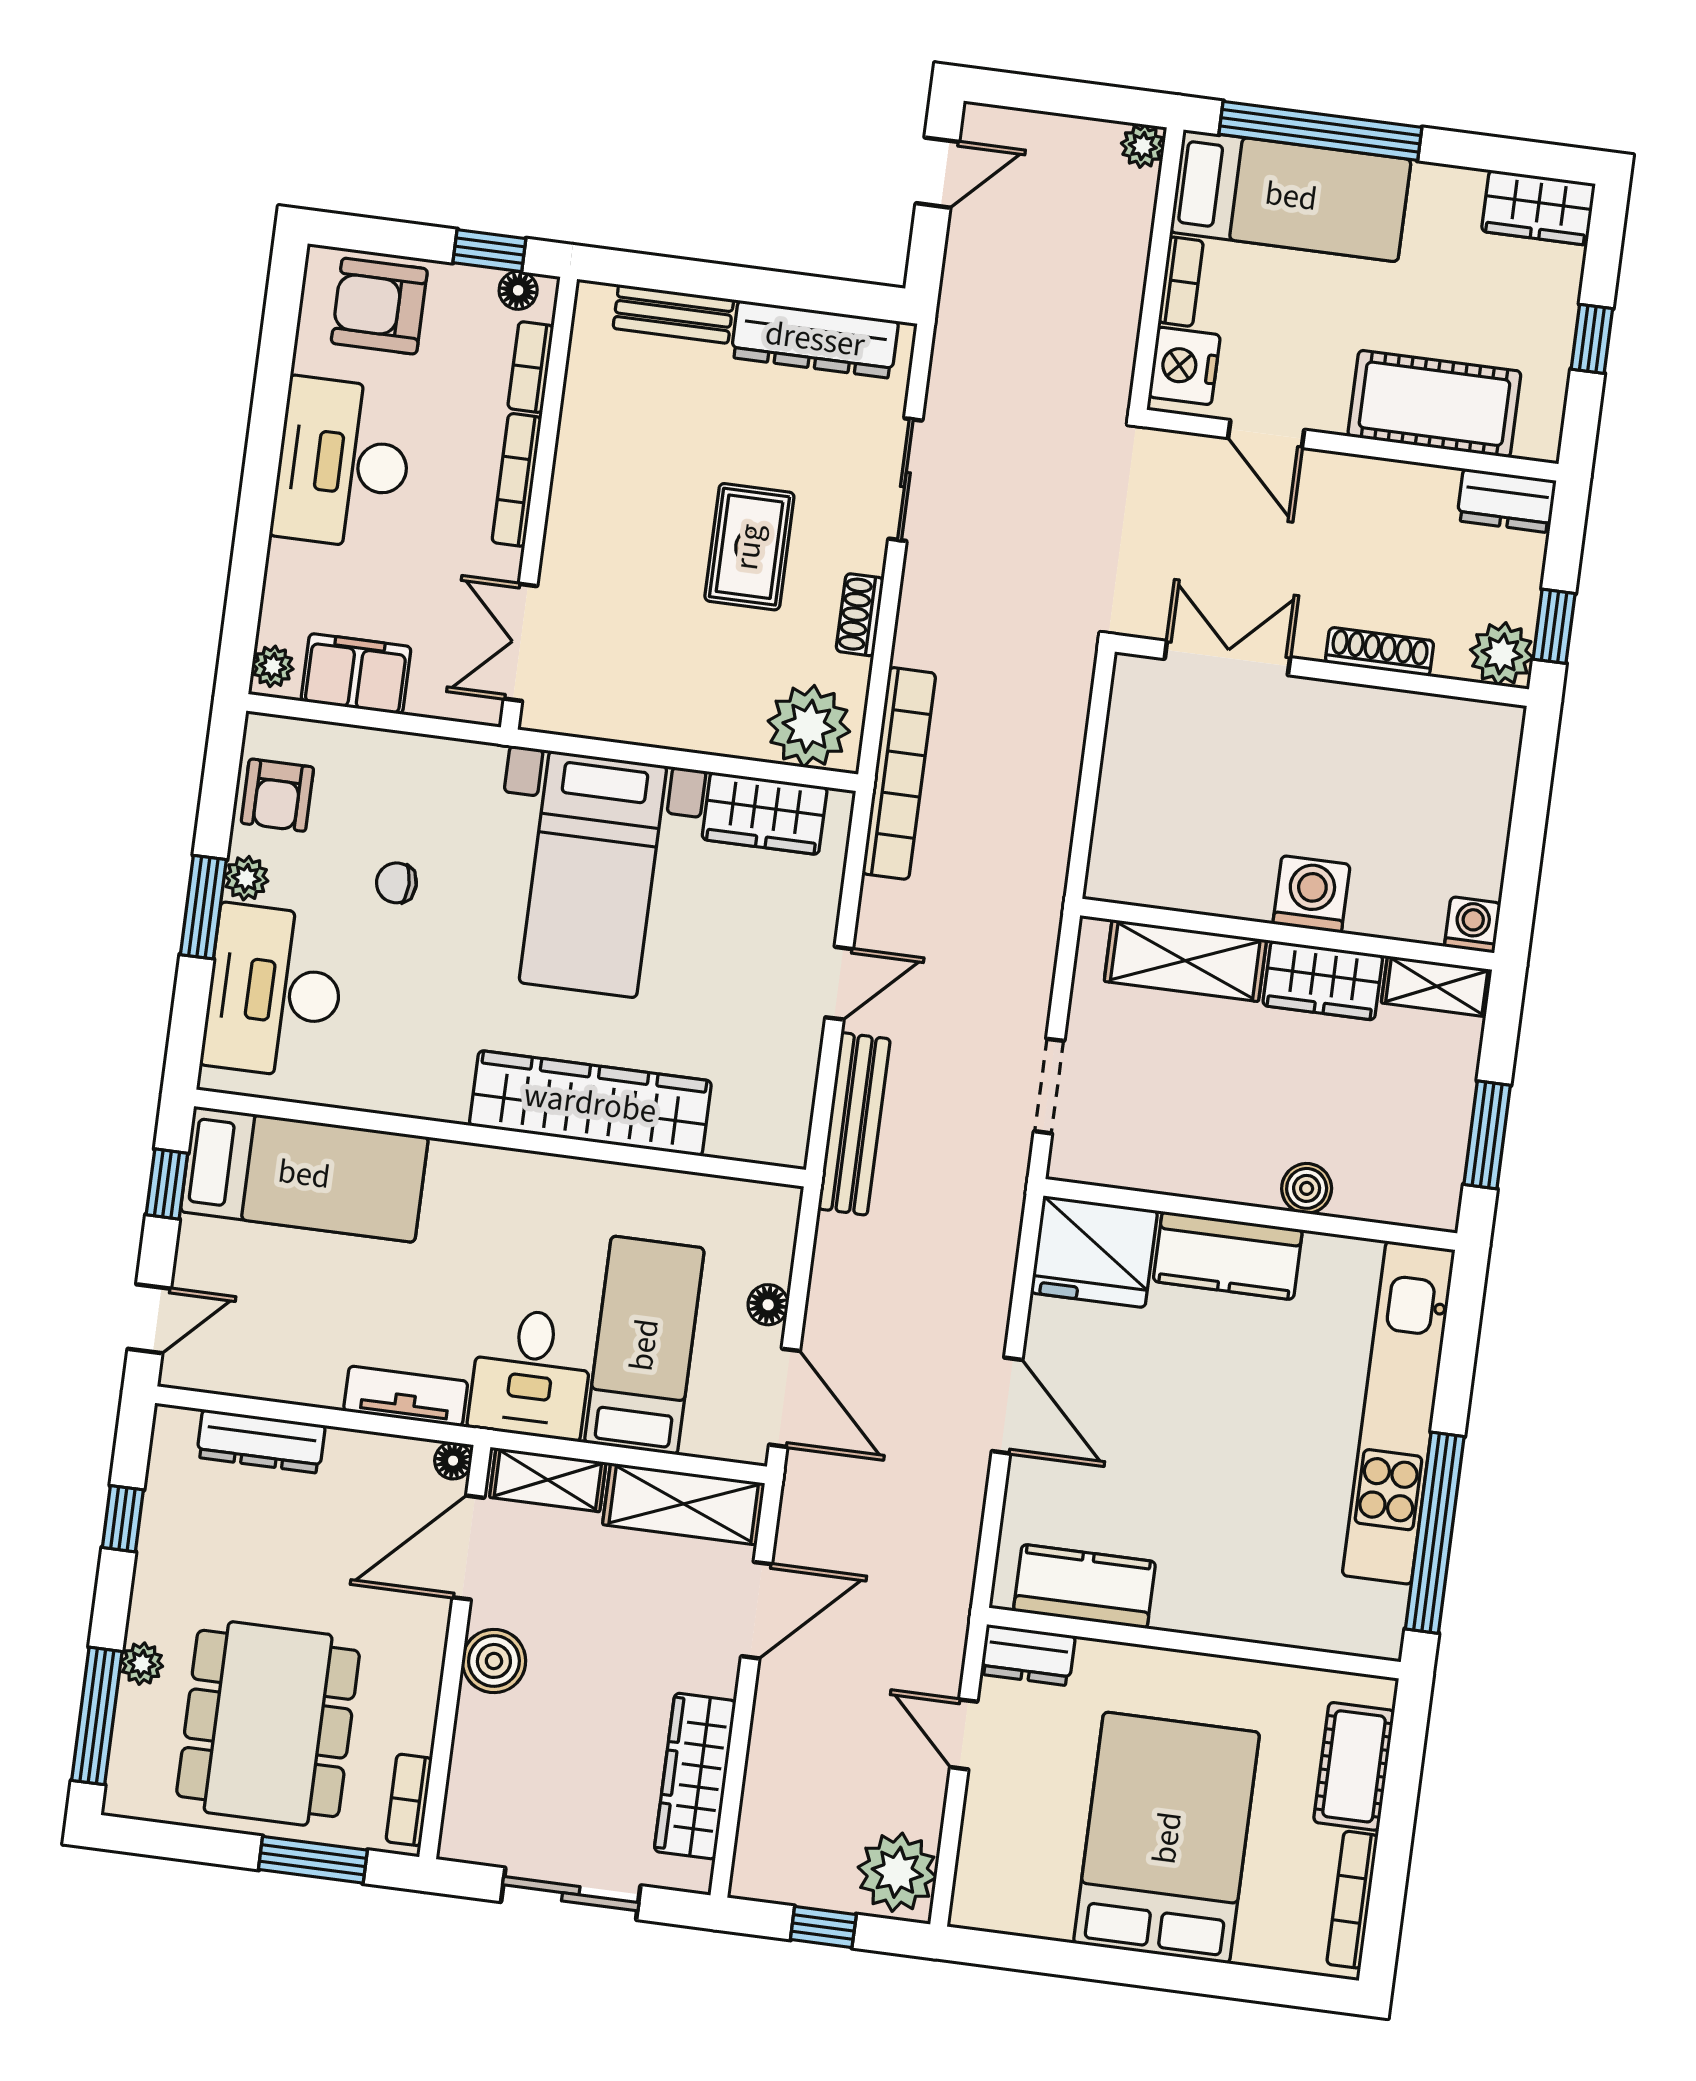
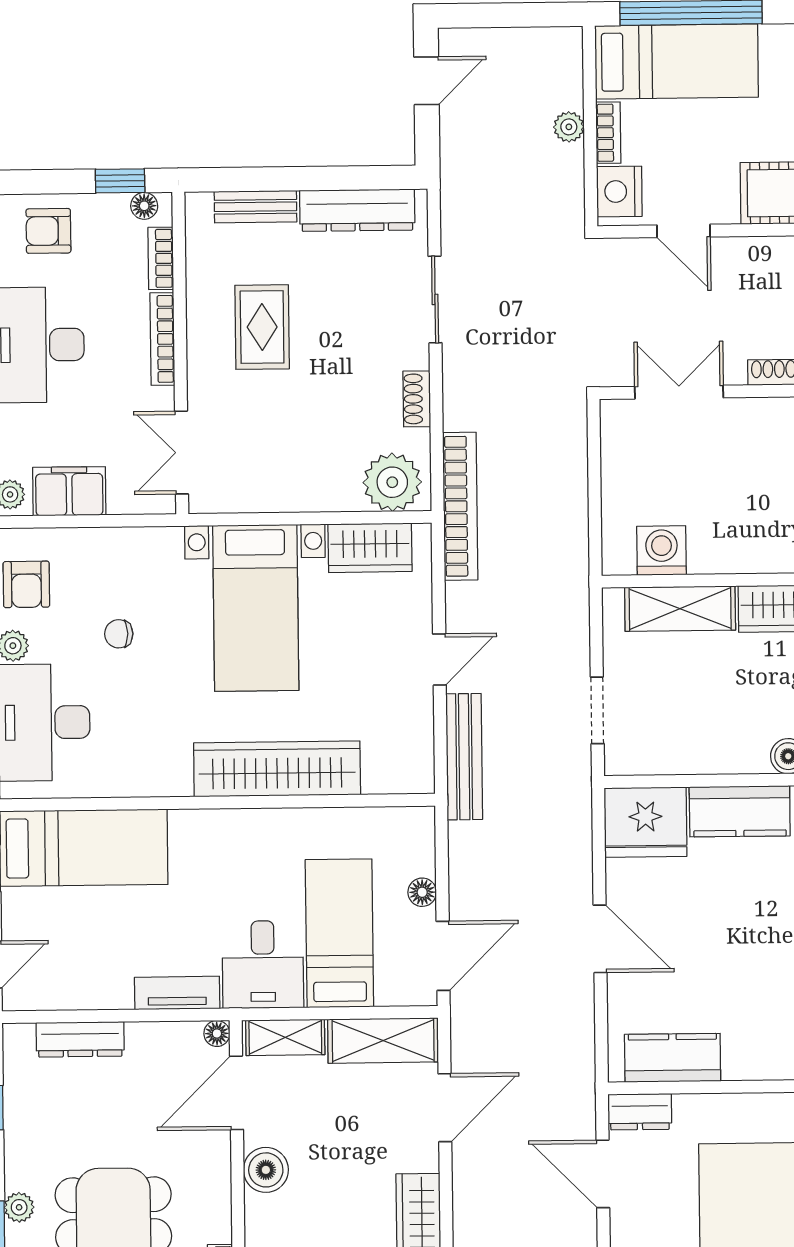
plant: (1143, 146) -> (569, 127), moved
armchair: (379, 306) -> (48, 231), width x0.72, depth x0.72
rug: (749, 547) -> (262, 327), moved
washing machine: (1312, 894) -> (662, 551), moved
door: (784, 1398) -> (443, 956), hinge flipped
door: (964, 1734) -> (603, 1174), width x1.38

